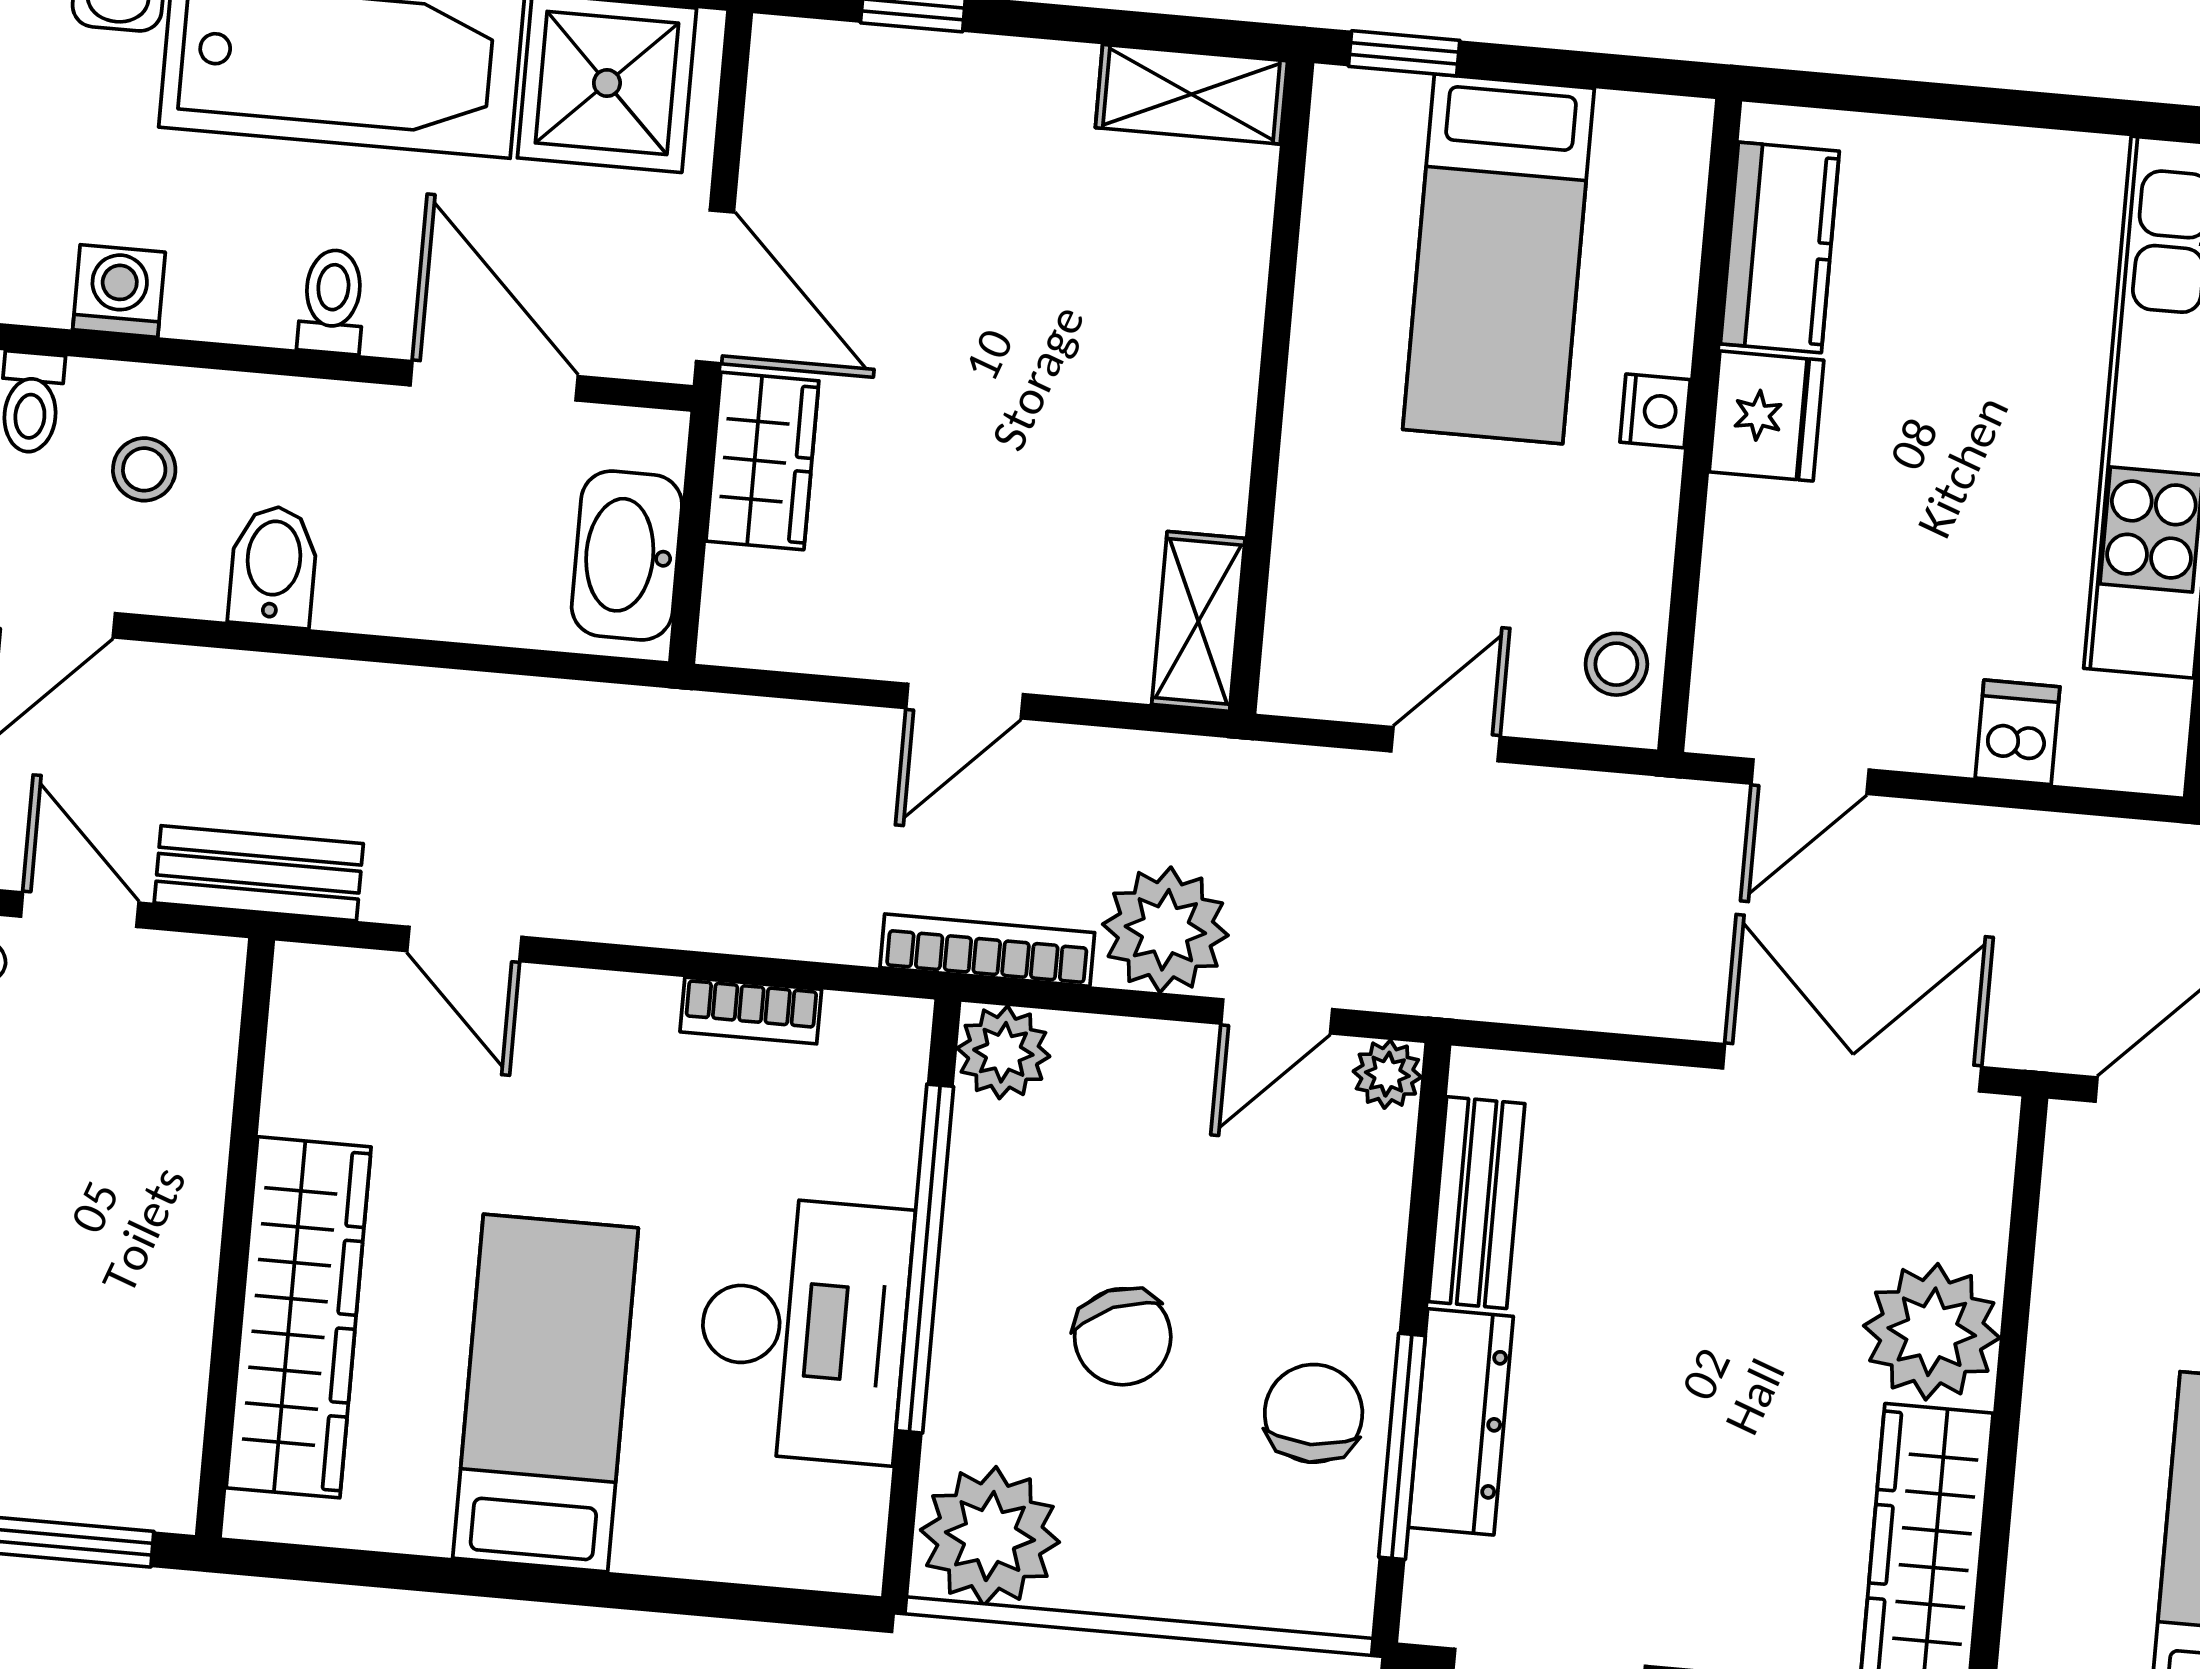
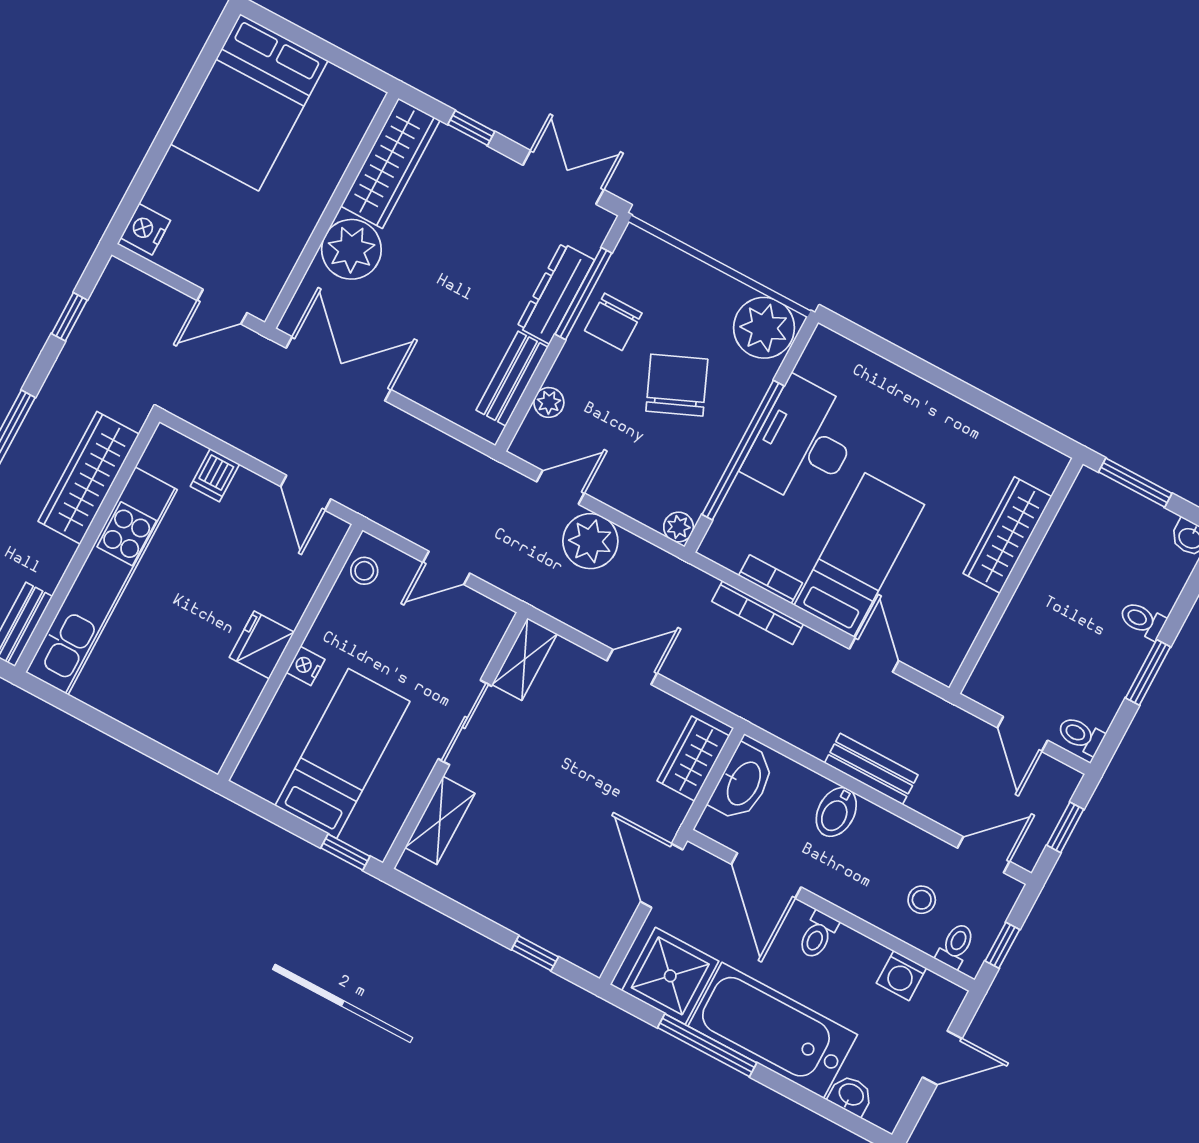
shelving: (1191, 94) -> (440, 820), moved, turned 90
kitchen counter: (1780, 247) -> (228, 710), removed
sliding door: (1268, 434) -> (465, 722), added
wardrobe: (762, 461) -> (693, 758), moved
bidet: (273, 566) -> (836, 812), moved
door: (1810, 777) -> (306, 493), swing flipped
bench: (259, 873) -> (871, 769), moved
bookcase: (987, 950) -> (758, 613), moved
plant: (1003, 1052) -> (679, 527), width x0.73, depth x0.73
double door: (1852, 1068) -> (338, 369), swing flipped
plant: (1387, 1074) -> (549, 402), moved
wardrobe: (299, 1317) -> (1007, 535), width x0.71, depth x0.85
chair: (1123, 1337) -> (677, 385), width x1.37, depth x1.37
bed: (545, 1393) -> (859, 555), moved, turned 180

